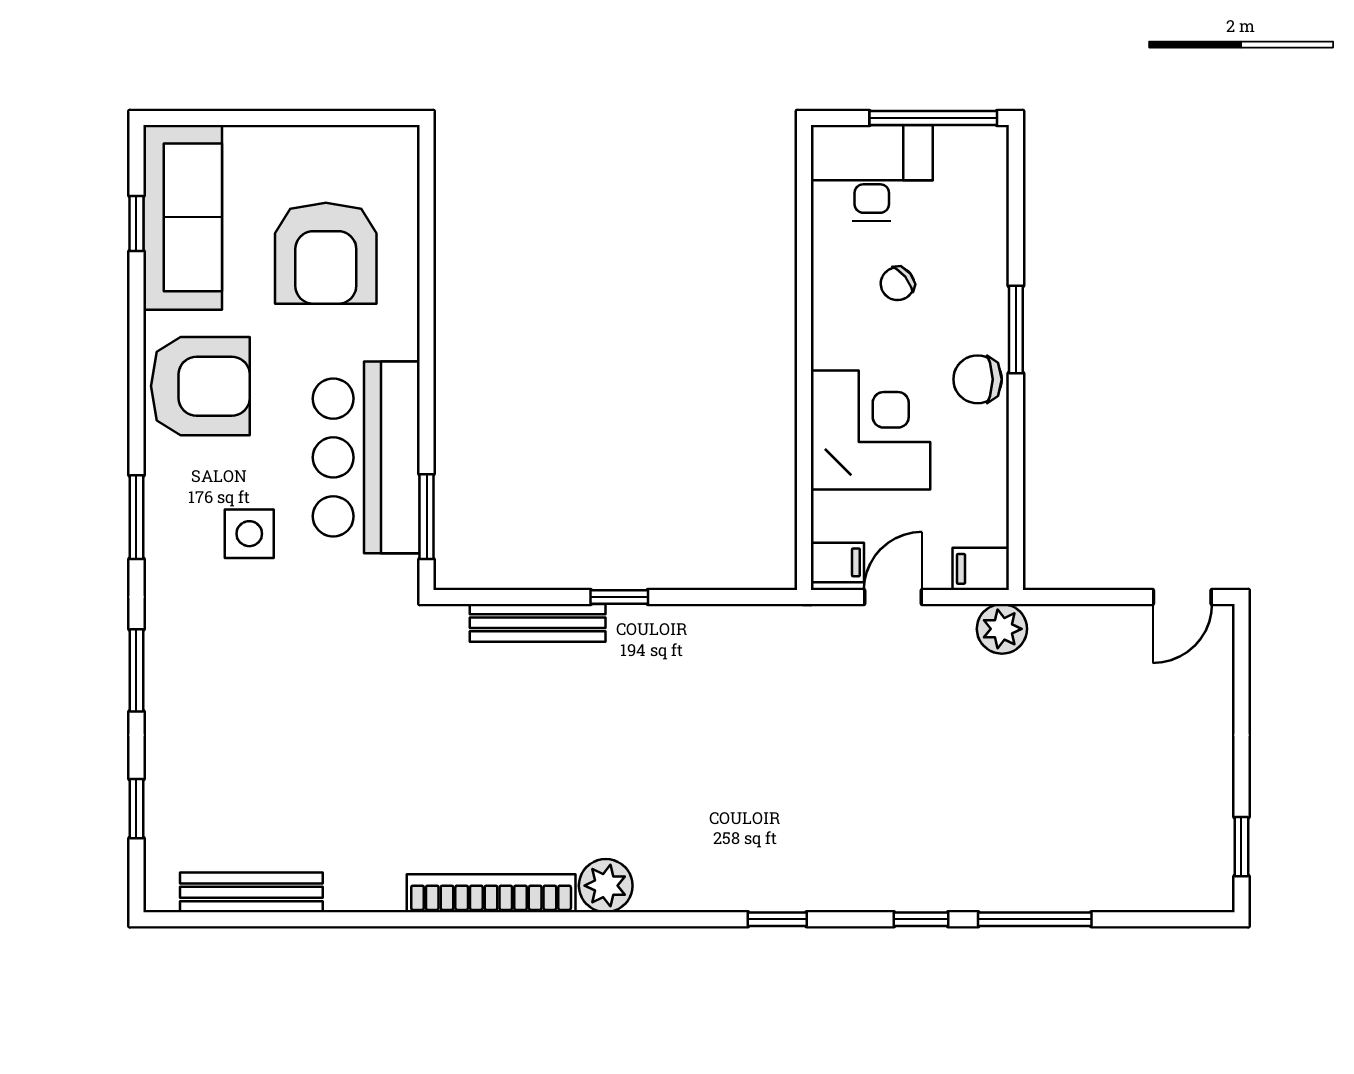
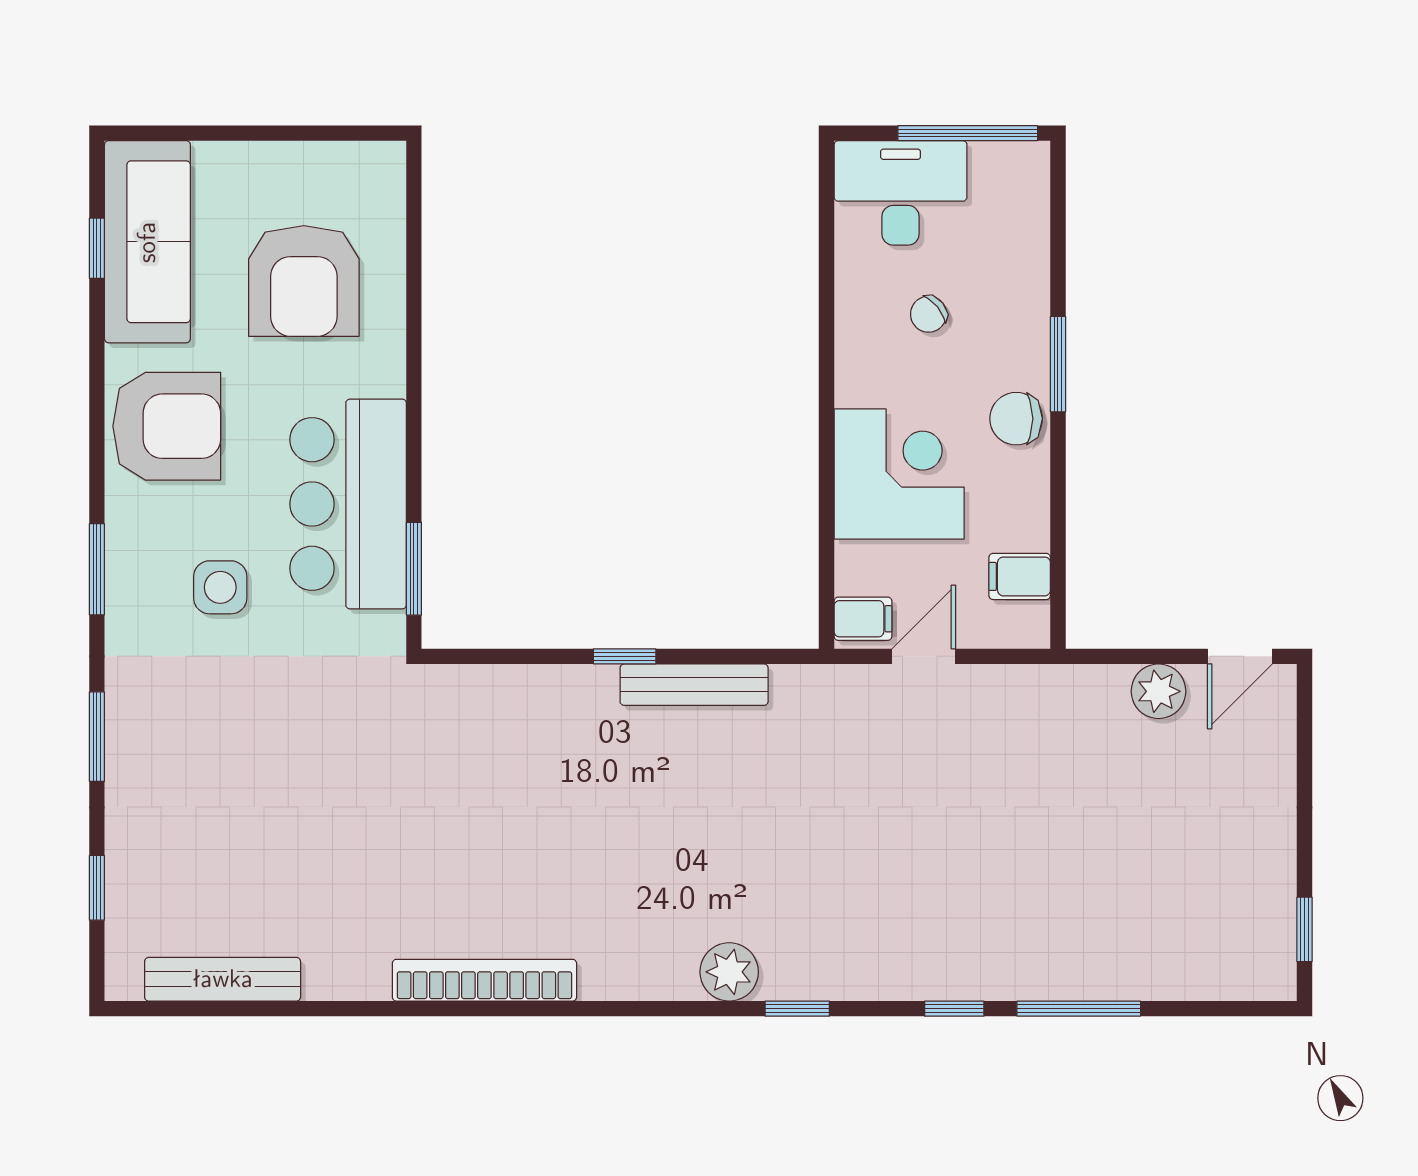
filing cabinet: (981, 569) -> (1020, 576), moved
bench: (538, 623) -> (694, 685), moved
plant: (1002, 629) -> (1158, 691), moved
plant: (606, 886) -> (729, 972), moved

